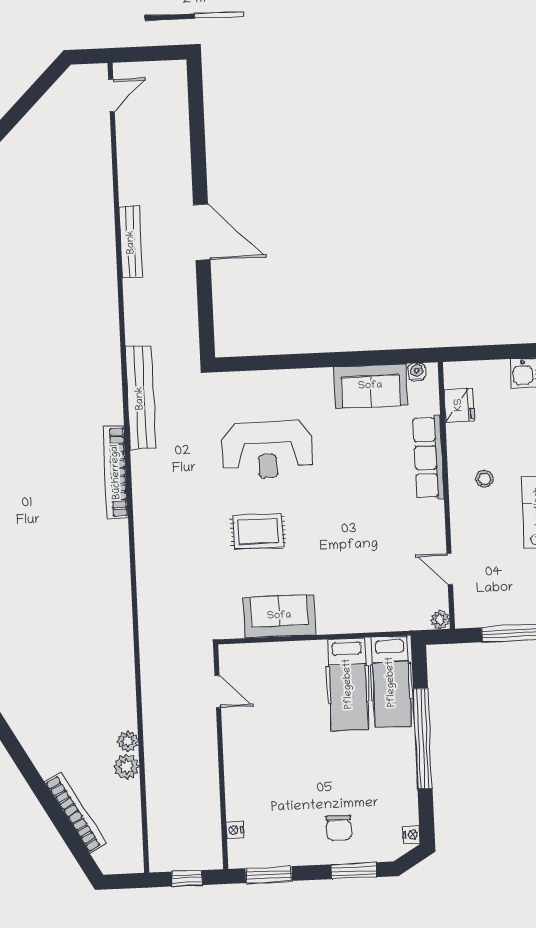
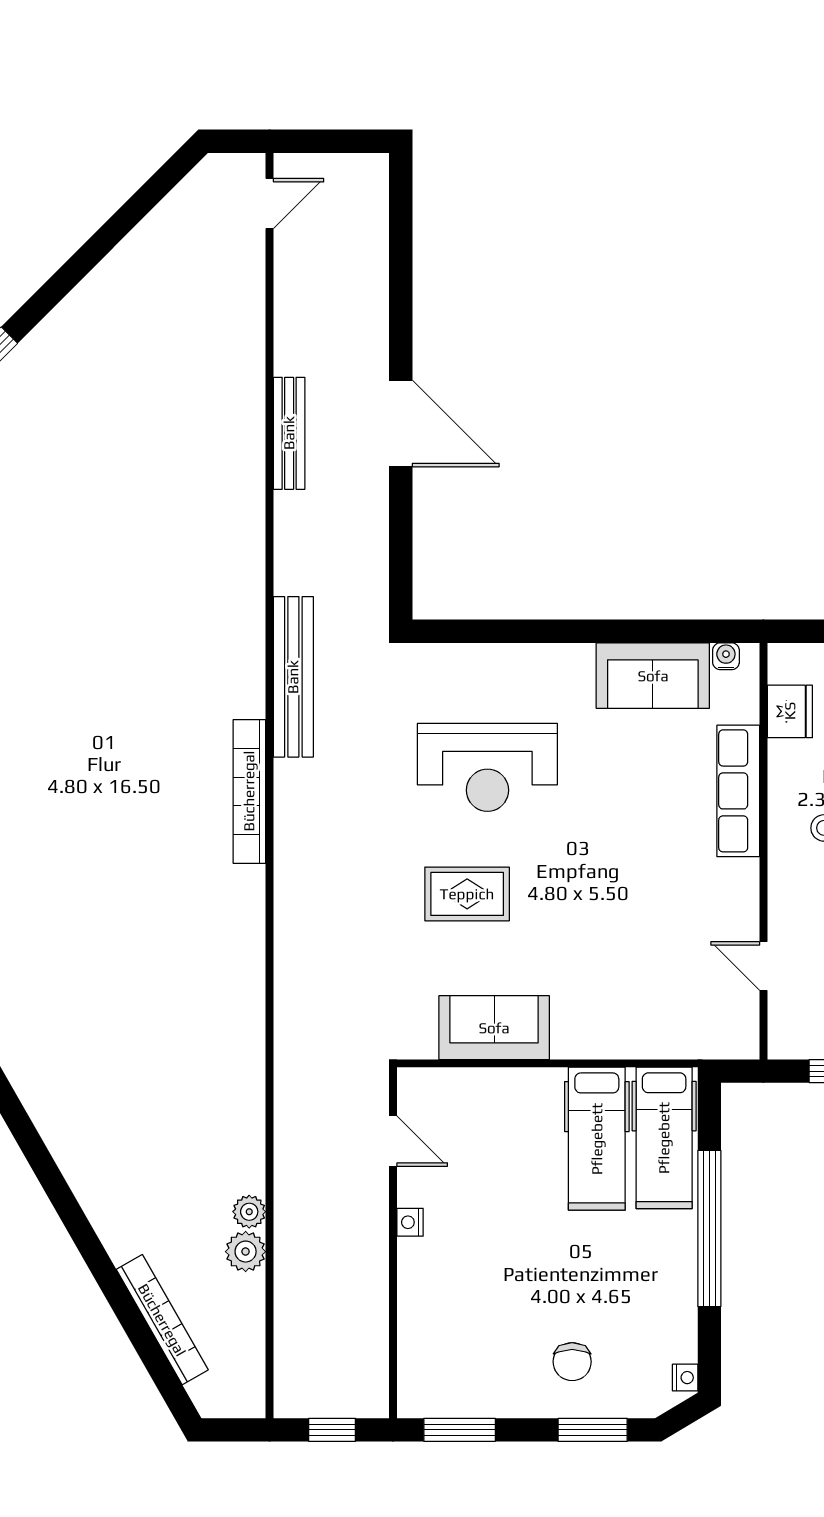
plant: (440, 620) -> (745, 1045), removed
nightstand: (235, 830) -> (410, 1222), moved

